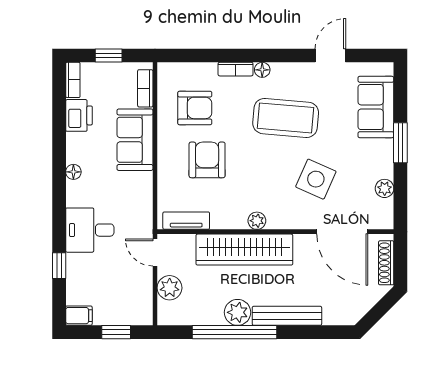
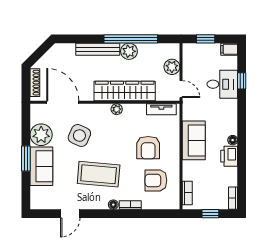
sofa: (376, 107) -> (41, 166), moved
printer: (79, 115) -> (229, 156), moved
sofa: (135, 140) -> (194, 140), moved
plant: (385, 188) -> (41, 135), width x1.88, depth x1.88
desk: (90, 230) -> (222, 84), moved

